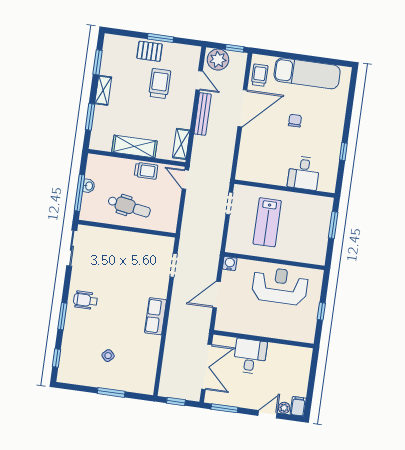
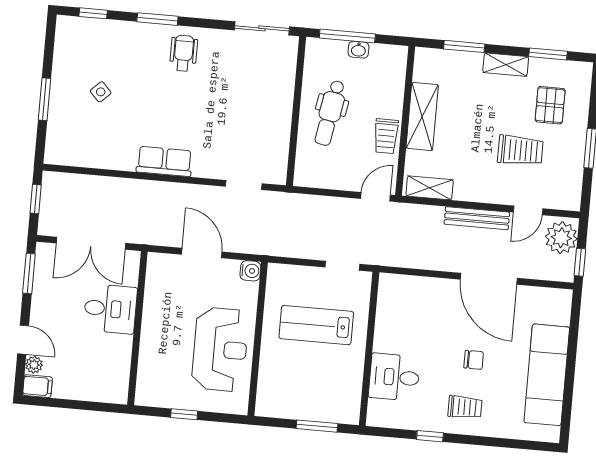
pallet: (150, 51) -> (550, 105), moved
trolley: (260, 75) -> (465, 407), moved

